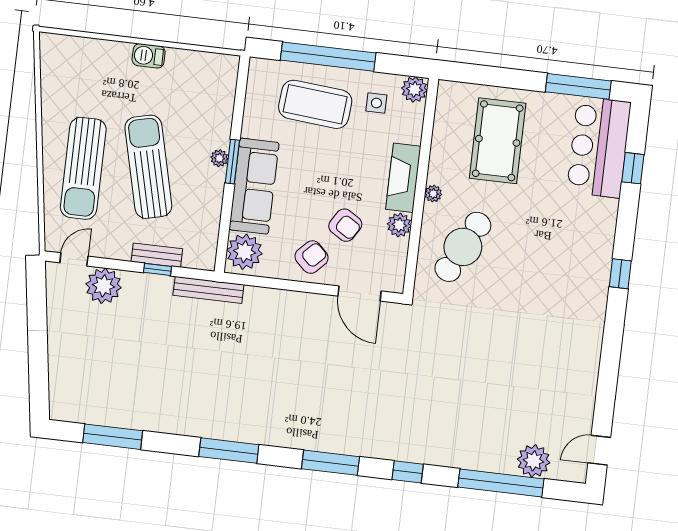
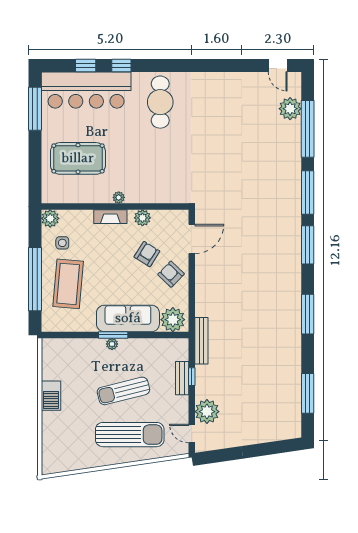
barbecue: (149, 56) -> (51, 396), width x1.38, depth x1.27
bar counter: (599, 147) -> (86, 90), width x1.36
sun lounger: (148, 167) -> (123, 391), width x0.73, depth x0.75
fireplace: (403, 178) -> (110, 217), width x0.73, depth x0.76
cafe table: (463, 247) -> (160, 102), moved, turned 63
window: (620, 274) -> (121, 65), moved
window: (408, 472) -> (308, 192), width x2.17

